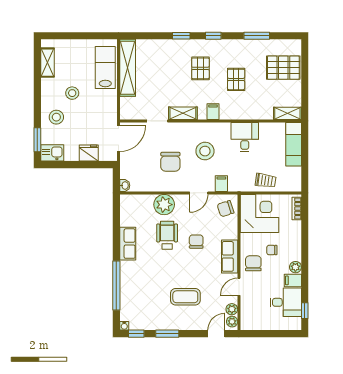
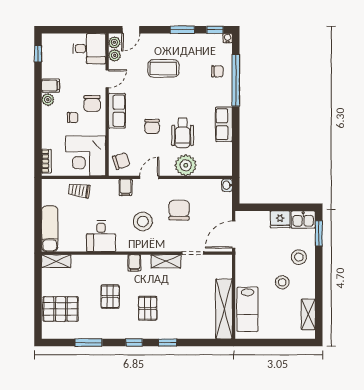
fridge: (89, 153) -> (280, 219), moved
chair: (134, 294) -> (217, 71), added
desk: (286, 302) -> (89, 49), moved, turned 180

